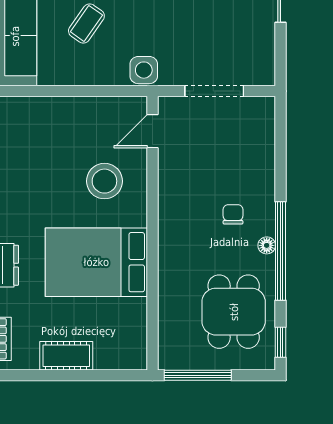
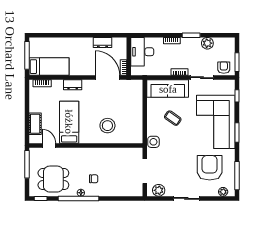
plant: (261, 57) -> (159, 190), added
door: (152, 131) -> (49, 145), moved
bed: (96, 262) -> (69, 122), width x0.67
cot: (66, 356) -> (35, 124), moved

